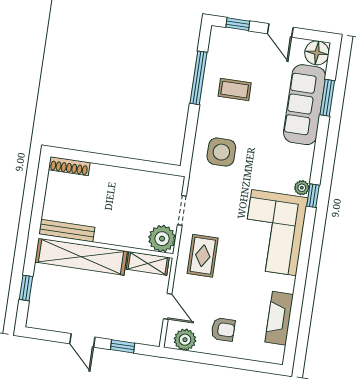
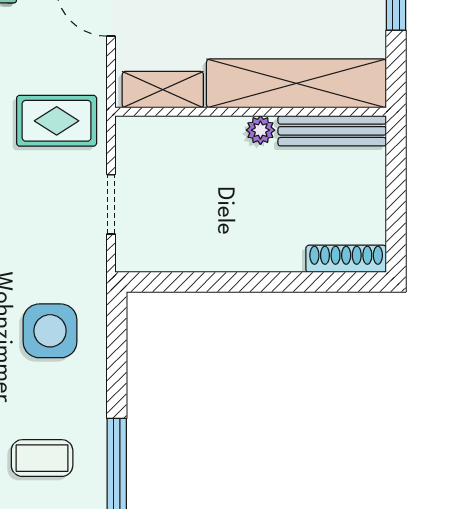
plant: (162, 239) -> (260, 130), moved, width x0.53, depth x0.53
rug: (203, 256) -> (57, 121), turned 90

